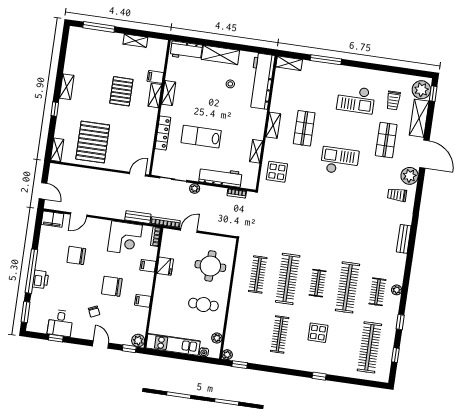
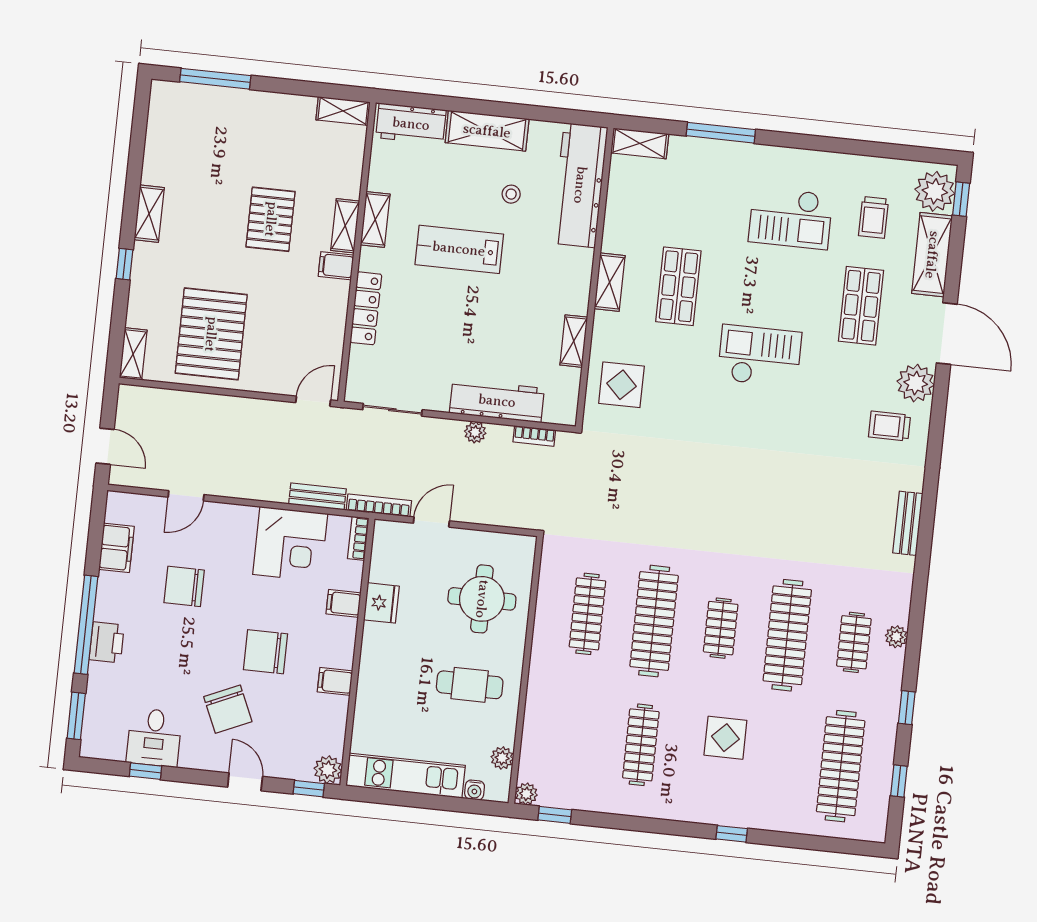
shelving: (135, 41) -> (343, 111), moved
filing cabinet: (155, 77) -> (336, 266), moved
lab bench: (201, 137) -> (459, 249), moved
plant: (195, 188) -> (475, 432), moved
filing cabinet: (53, 219) -> (116, 548), moved, turned -90
chair: (94, 312) -> (228, 709), width x1.87, depth x1.87

